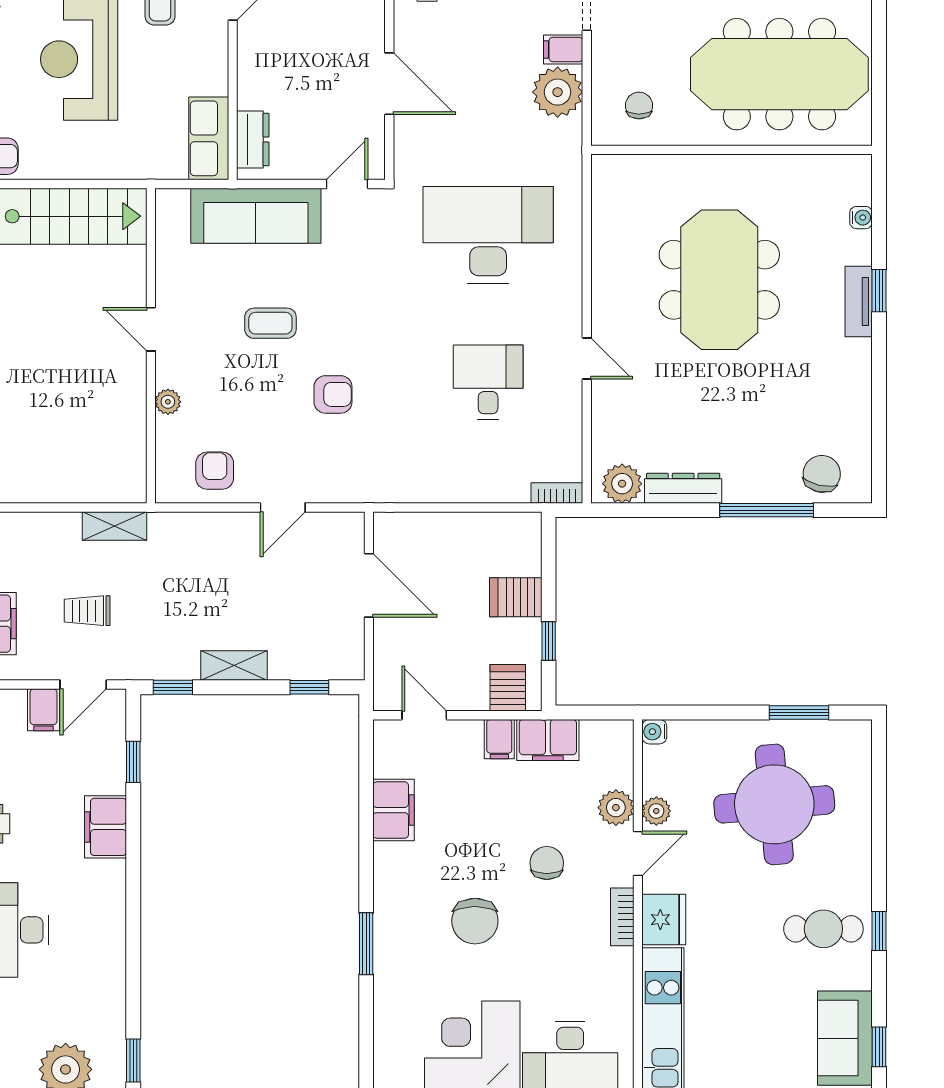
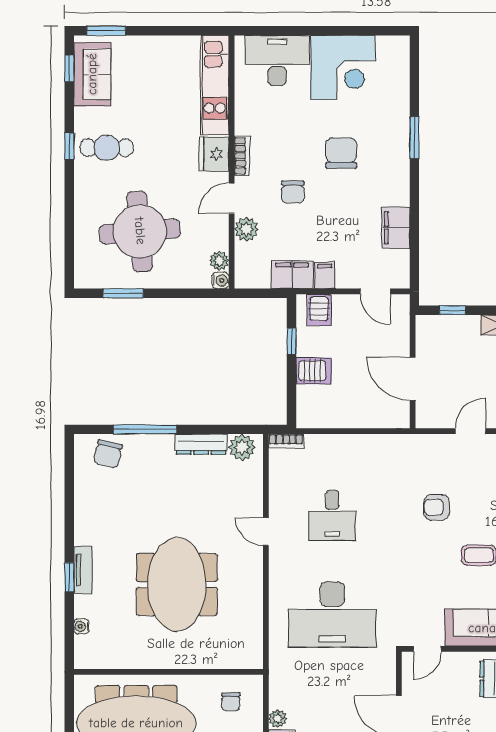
plant: (558, 92) -> (278, 719), width x0.53, depth x0.53
plant: (656, 811) -> (219, 261), moved

